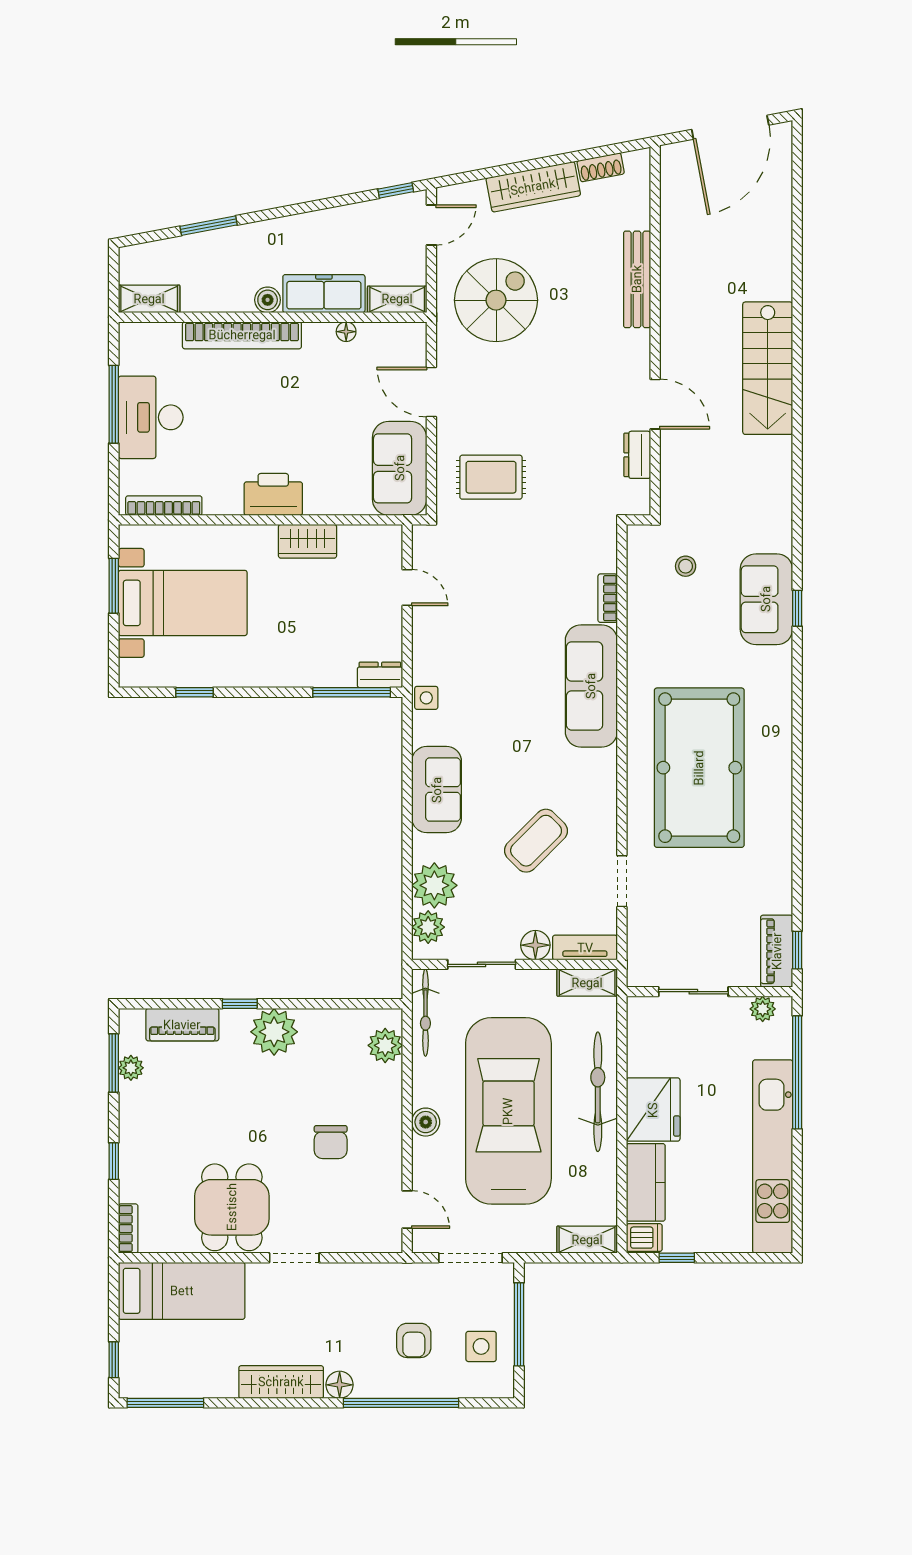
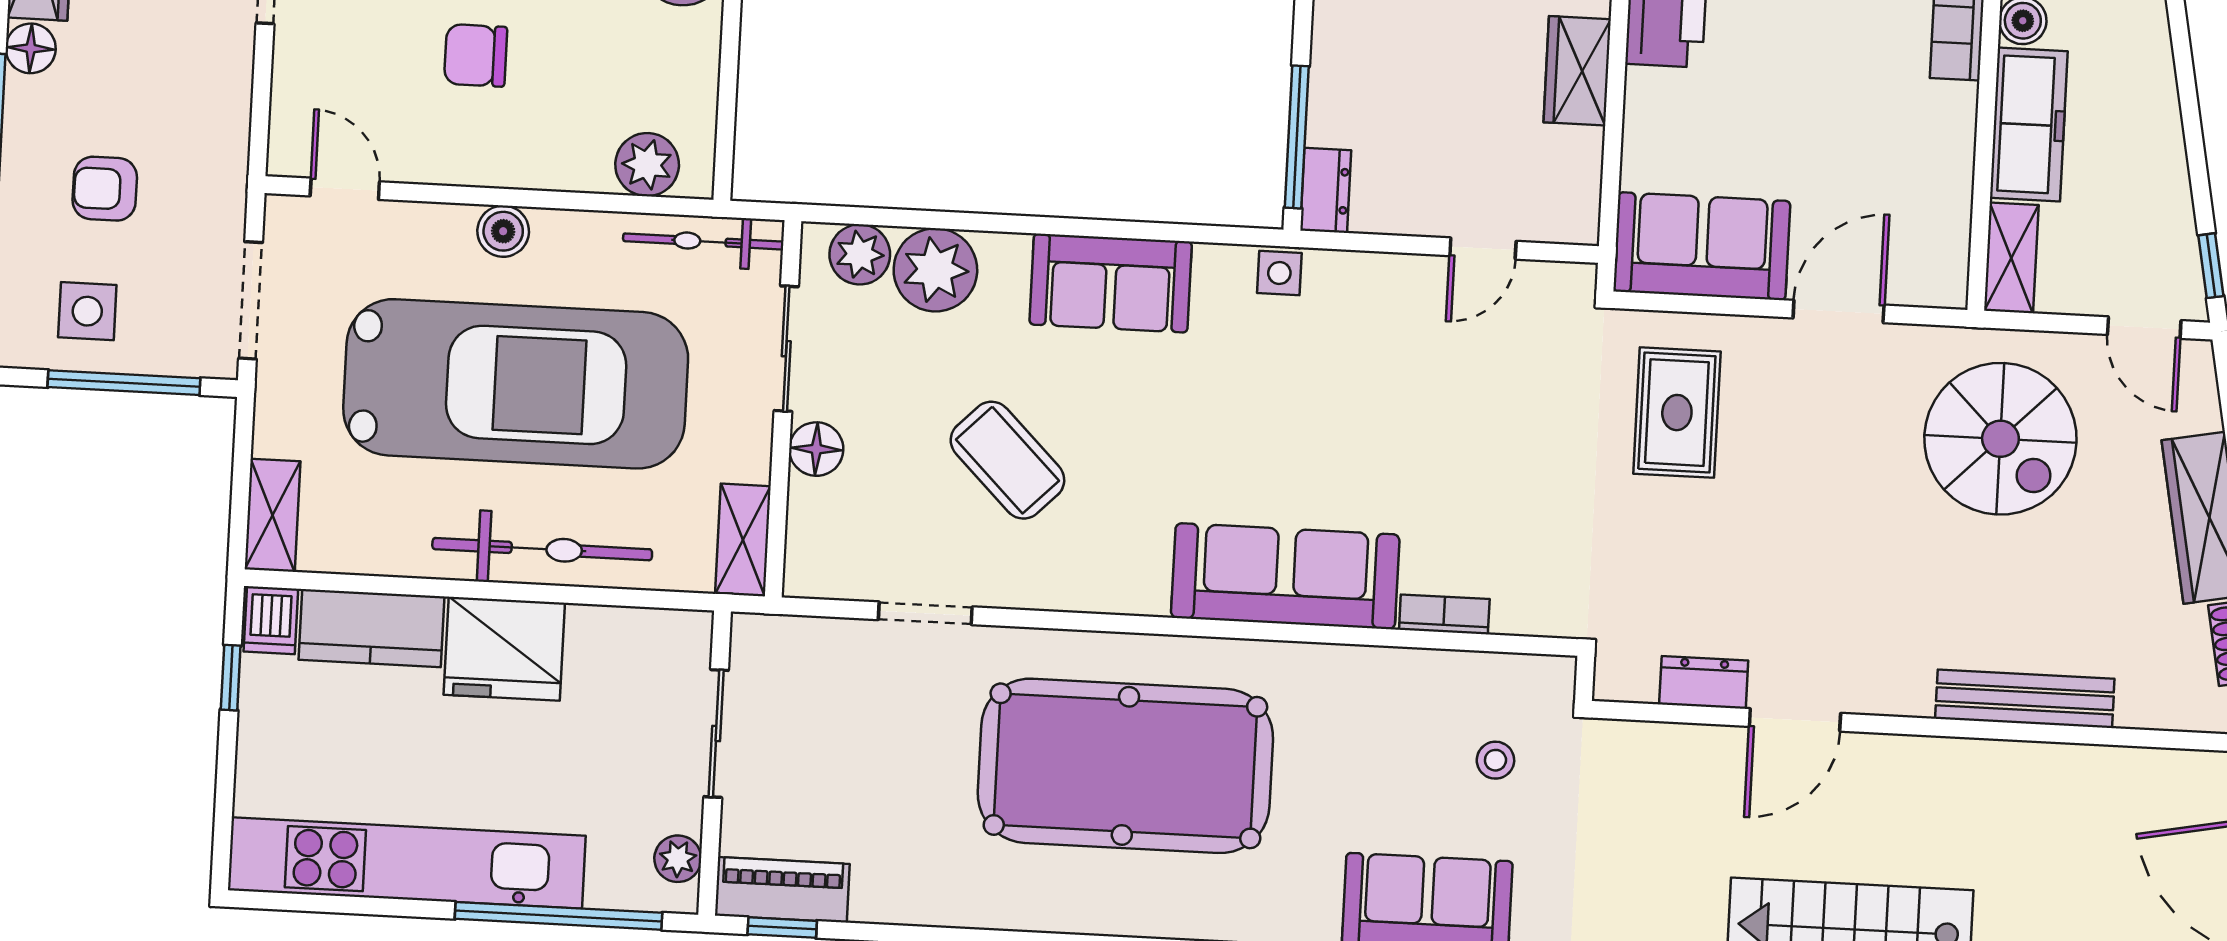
floor lamp: (346, 332) -> (1957, 161), removed
tv unit: (585, 948) -> (807, 539), removed
door: (407, 1210) -> (345, 189), swing flipped

